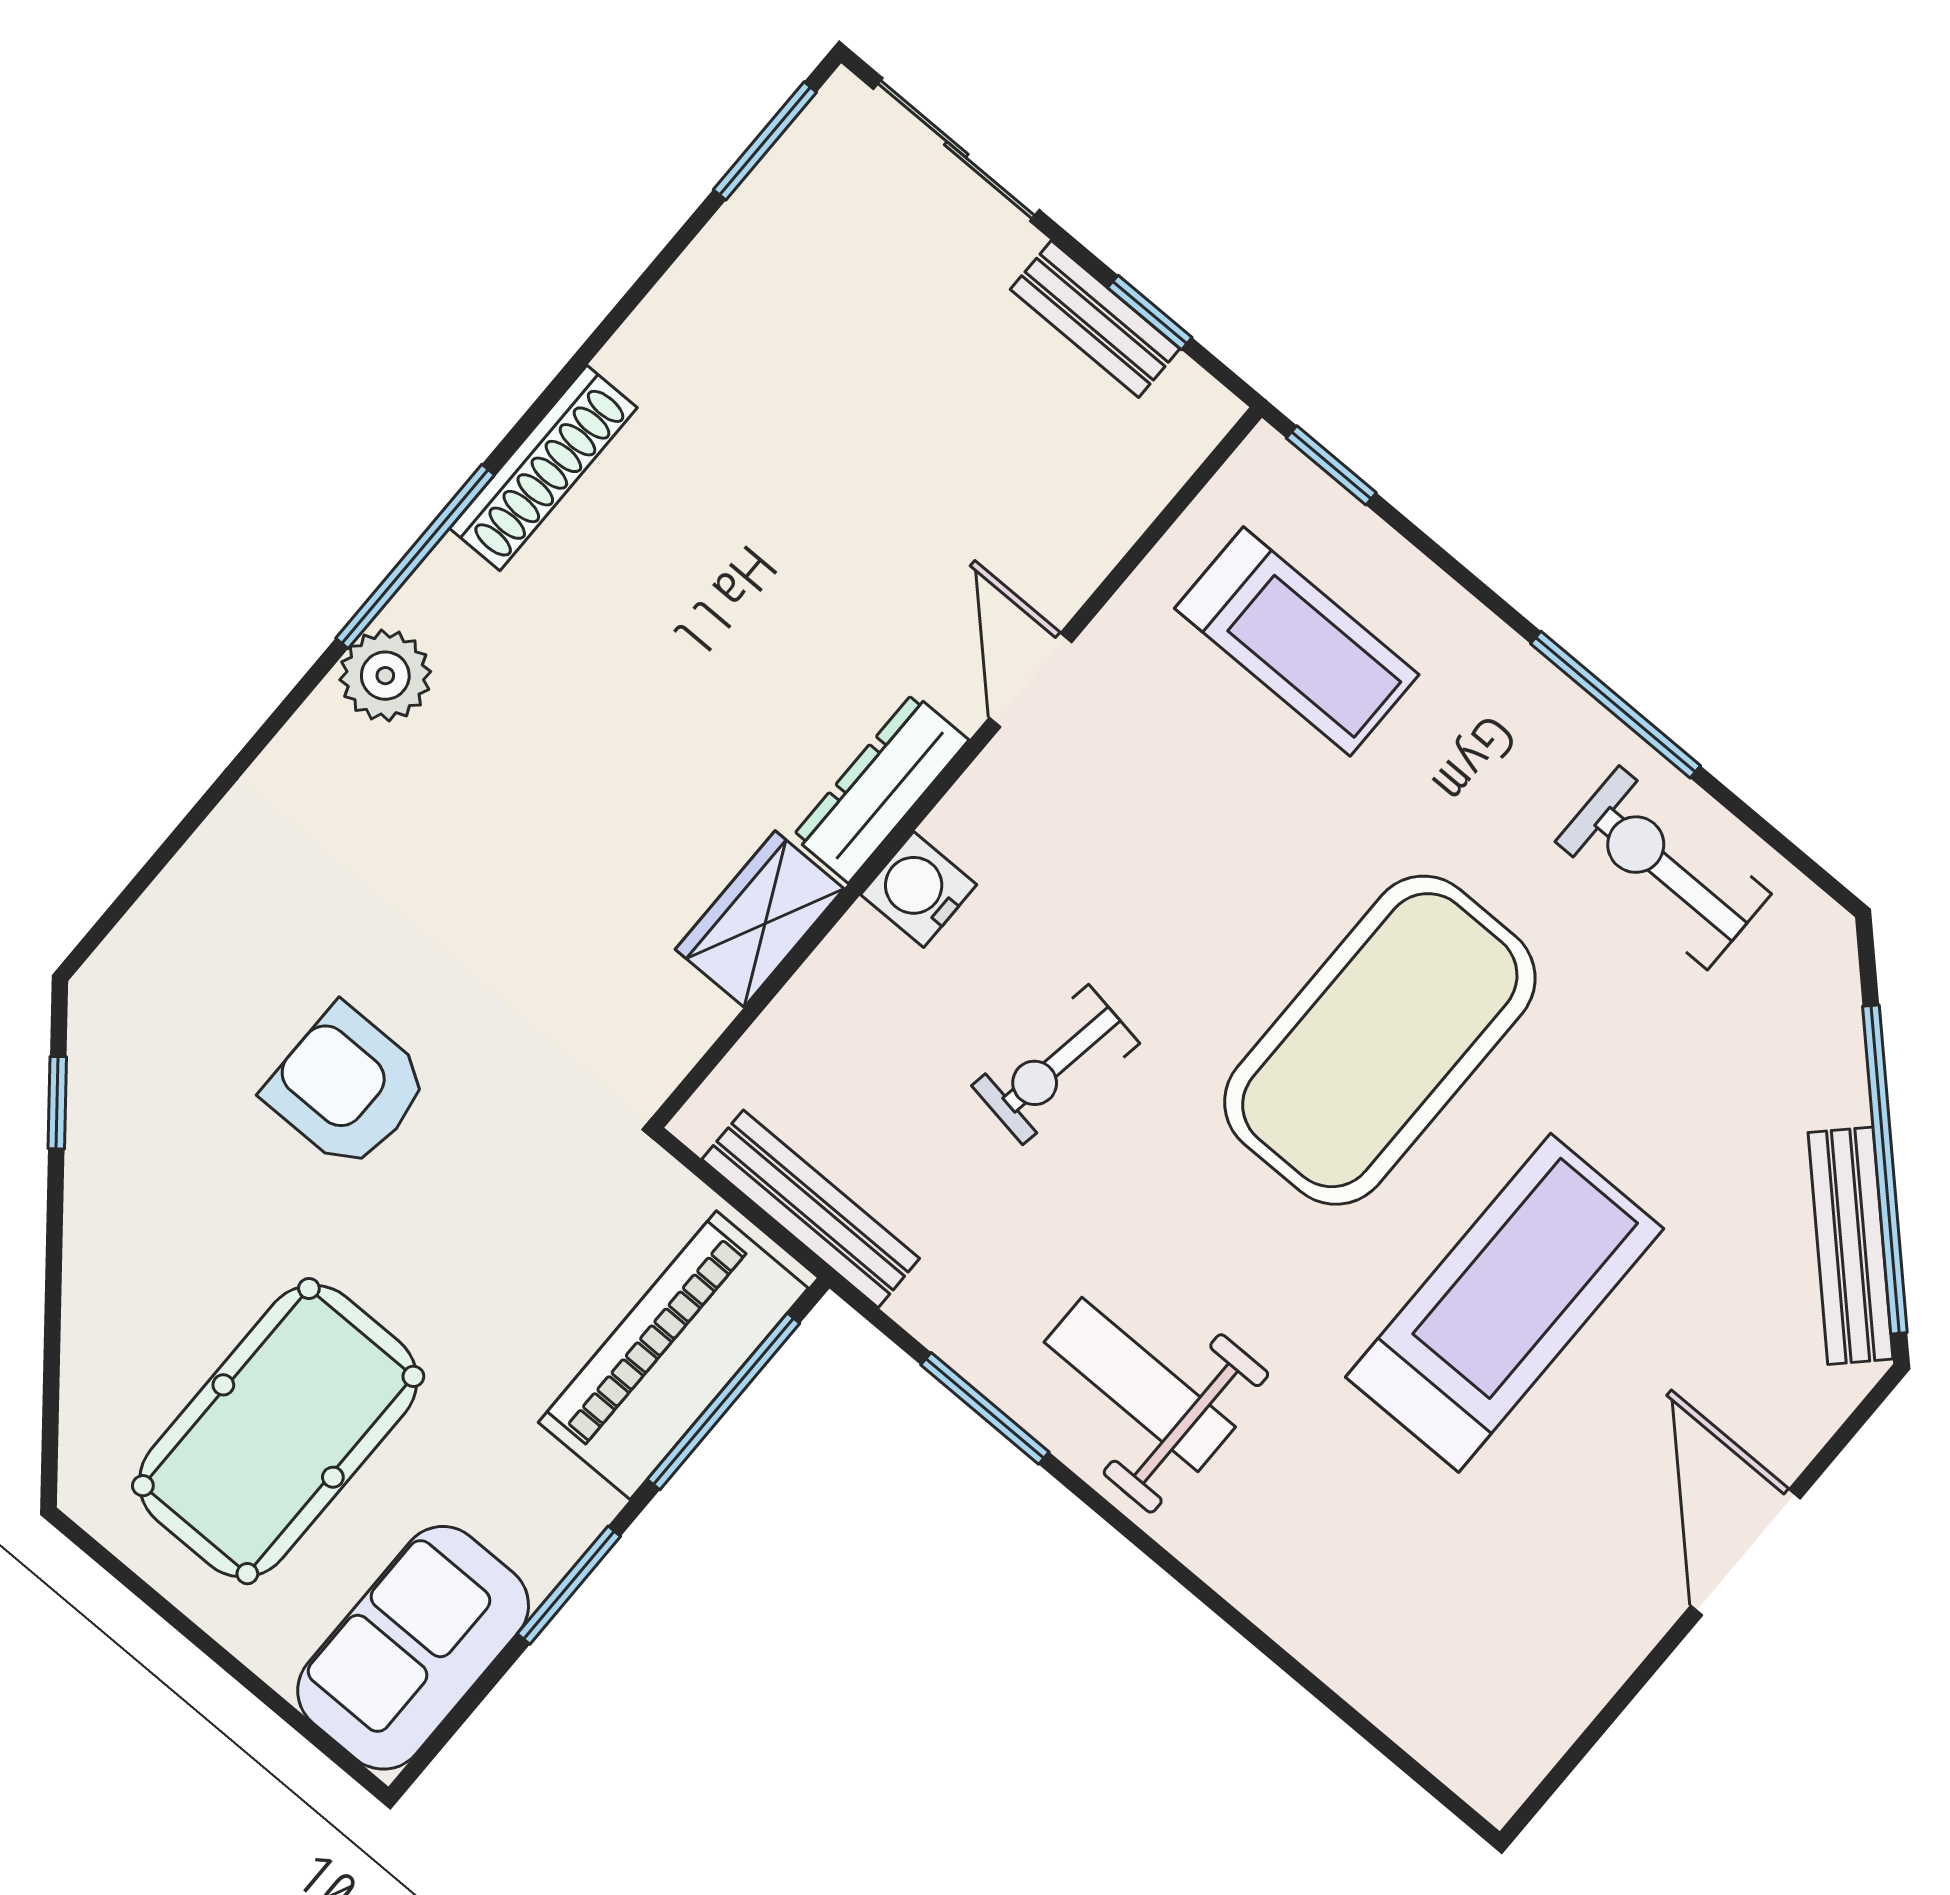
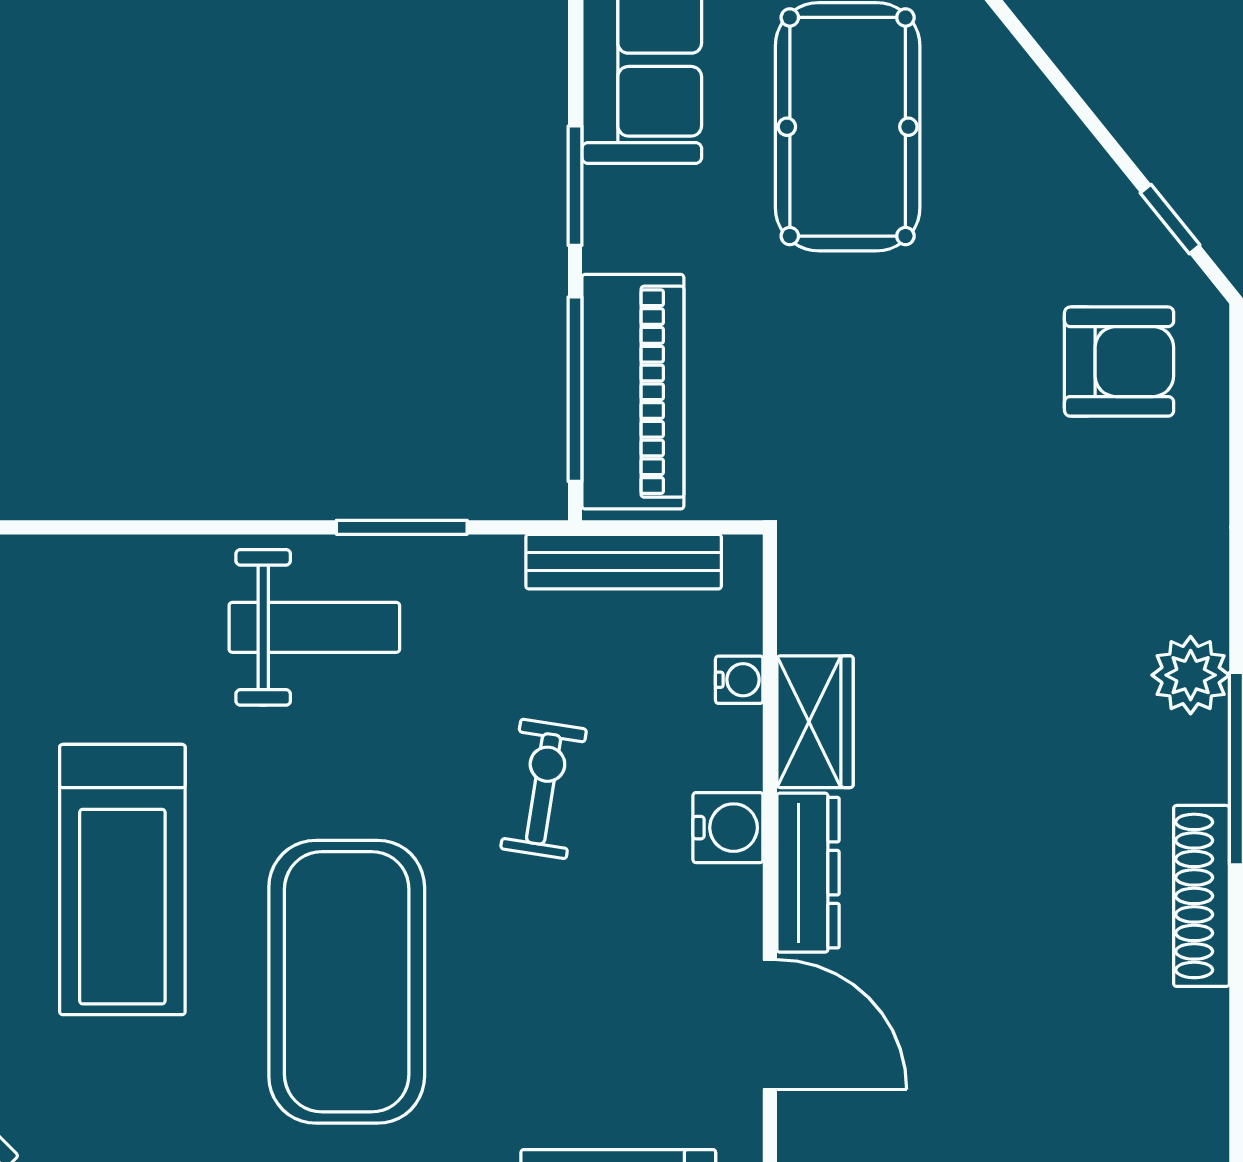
door: (1030, 680) -> (770, 1025), width x1.38
water cooler: (796, 1014) -> (739, 680), added
armchair: (347, 1087) -> (1119, 362), moved

